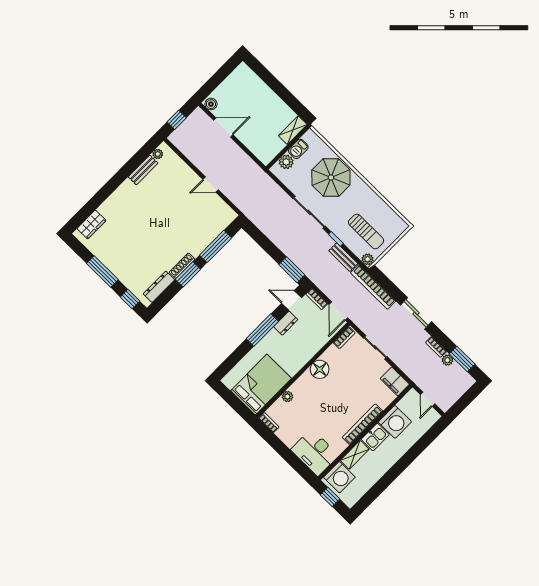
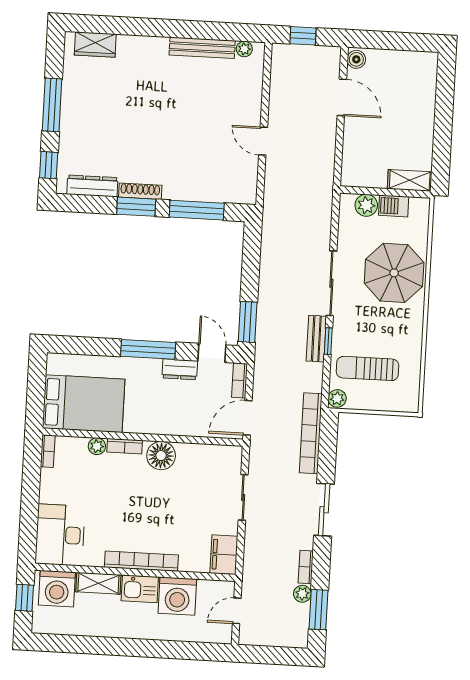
bench: (143, 170) -> (202, 48), width x1.36
sun lounger: (366, 232) -> (368, 368), turned 90
bench: (343, 257) -> (316, 339), moved
bookcase: (344, 338) -> (125, 446), moved

